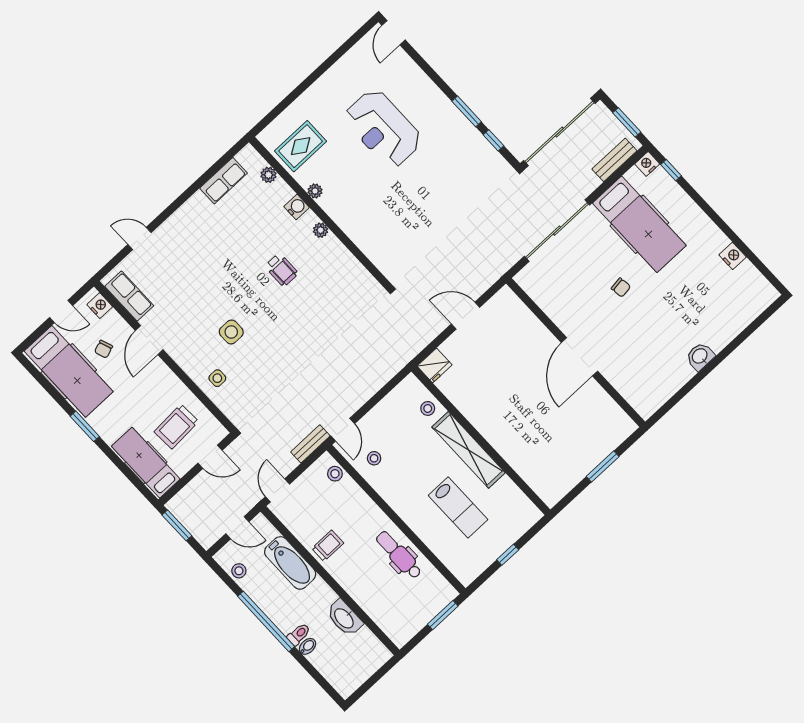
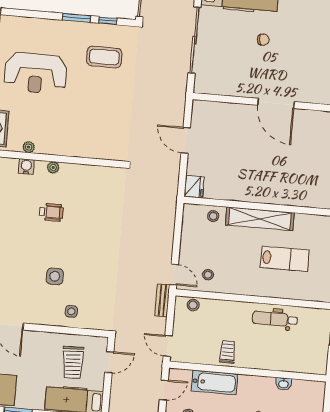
coffee table: (460, 171) -> (104, 57), added
door: (465, 316) -> (186, 140), hinge flipped
washbasin: (344, 618) -> (283, 384), width x0.52, depth x0.69

